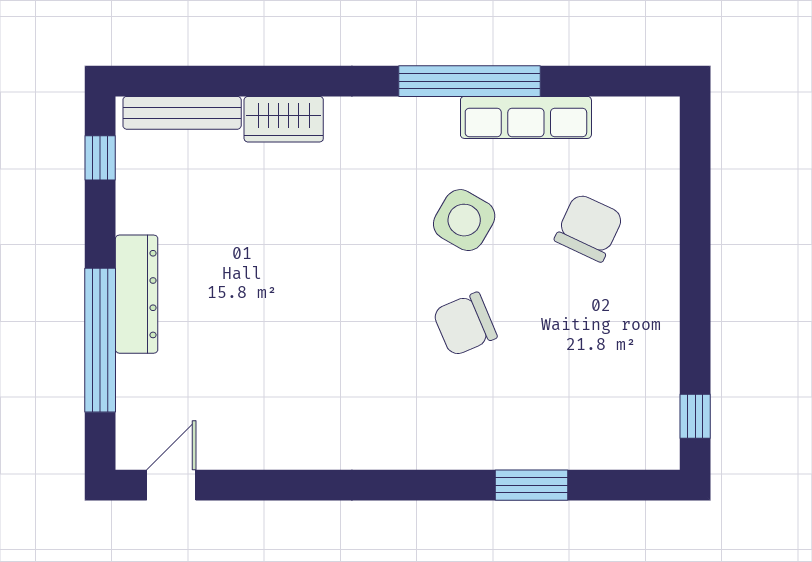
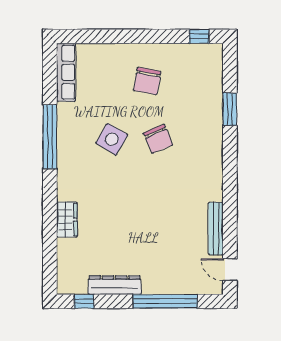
bench: (182, 113) -> (216, 228), moved
row of seats: (526, 117) -> (66, 72), moved
chair: (589, 228) -> (147, 81), moved, turned -105
dresser: (137, 294) -> (115, 285), moved

